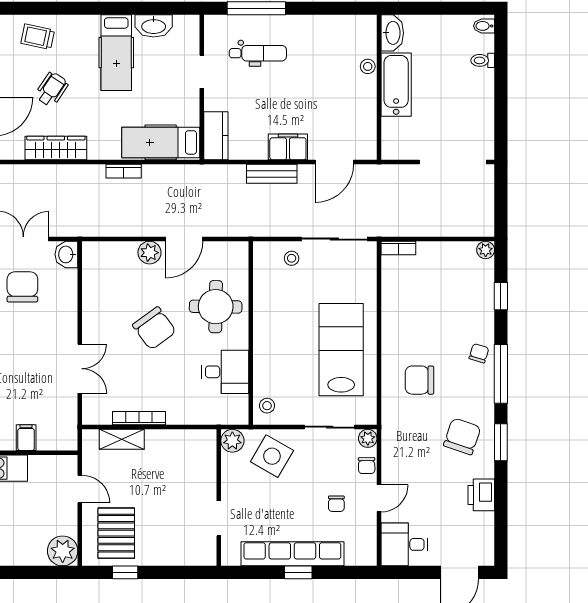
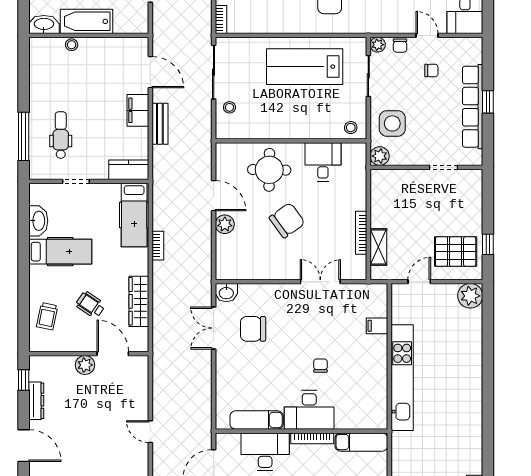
side table: (272, 456) -> (392, 123), turned -30
chair: (367, 466) -> (400, 46), turned 91

